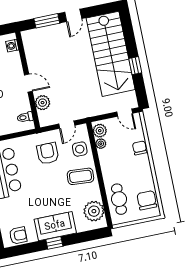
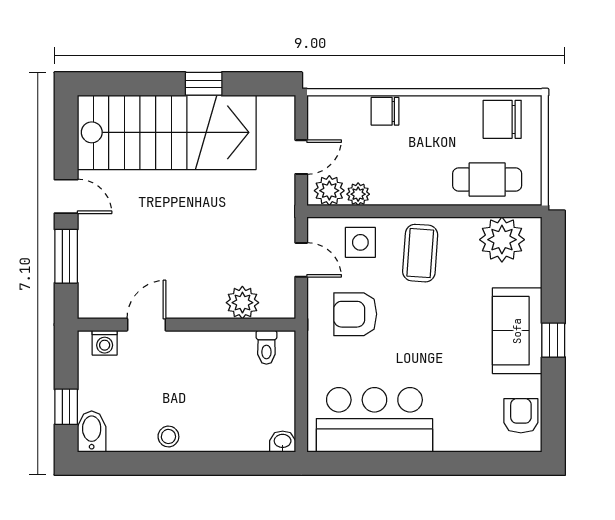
door: (28, 83) -> (146, 325), moved
door: (125, 113) -> (301, 157), moved

